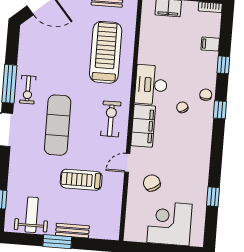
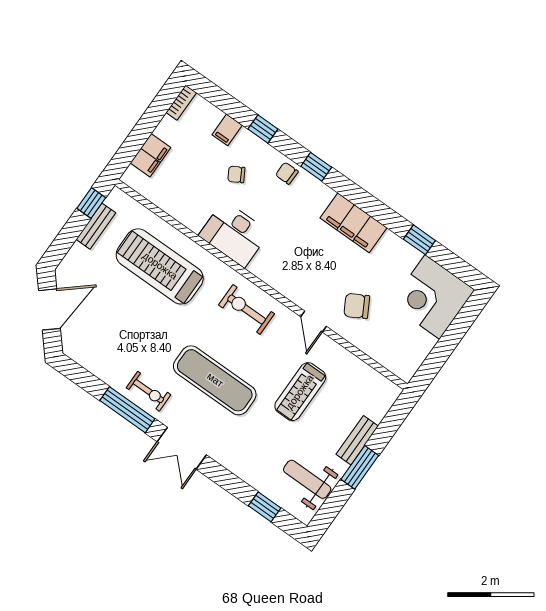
chair: (182, 107) -> (236, 174), moved
filing cabinet: (143, 126) -> (354, 223), moved, turned 180
corner desk: (169, 223) -> (432, 297), moved

